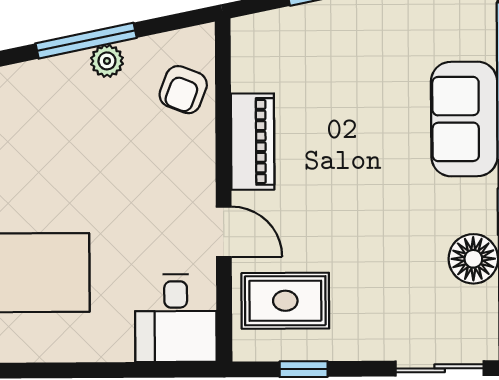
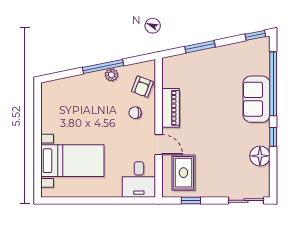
chair: (166, 154) -> (135, 113), added
rug: (285, 301) -> (183, 173), turned 90

